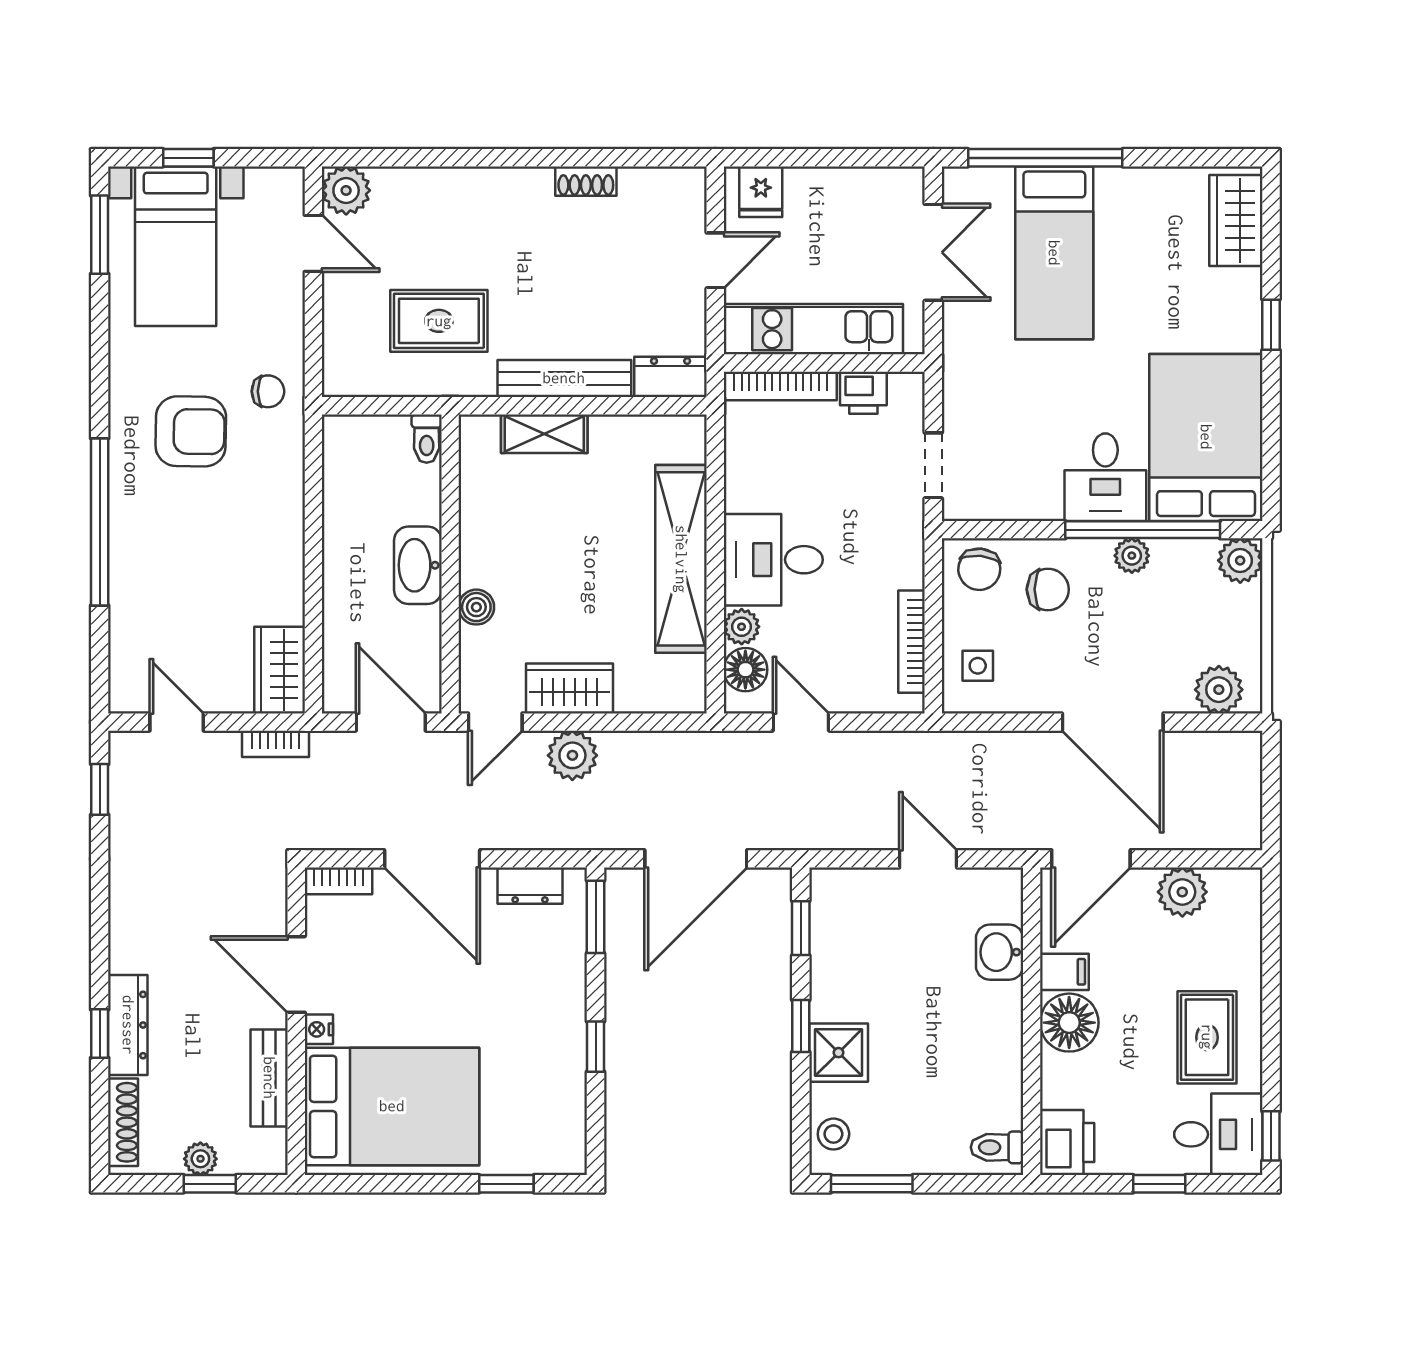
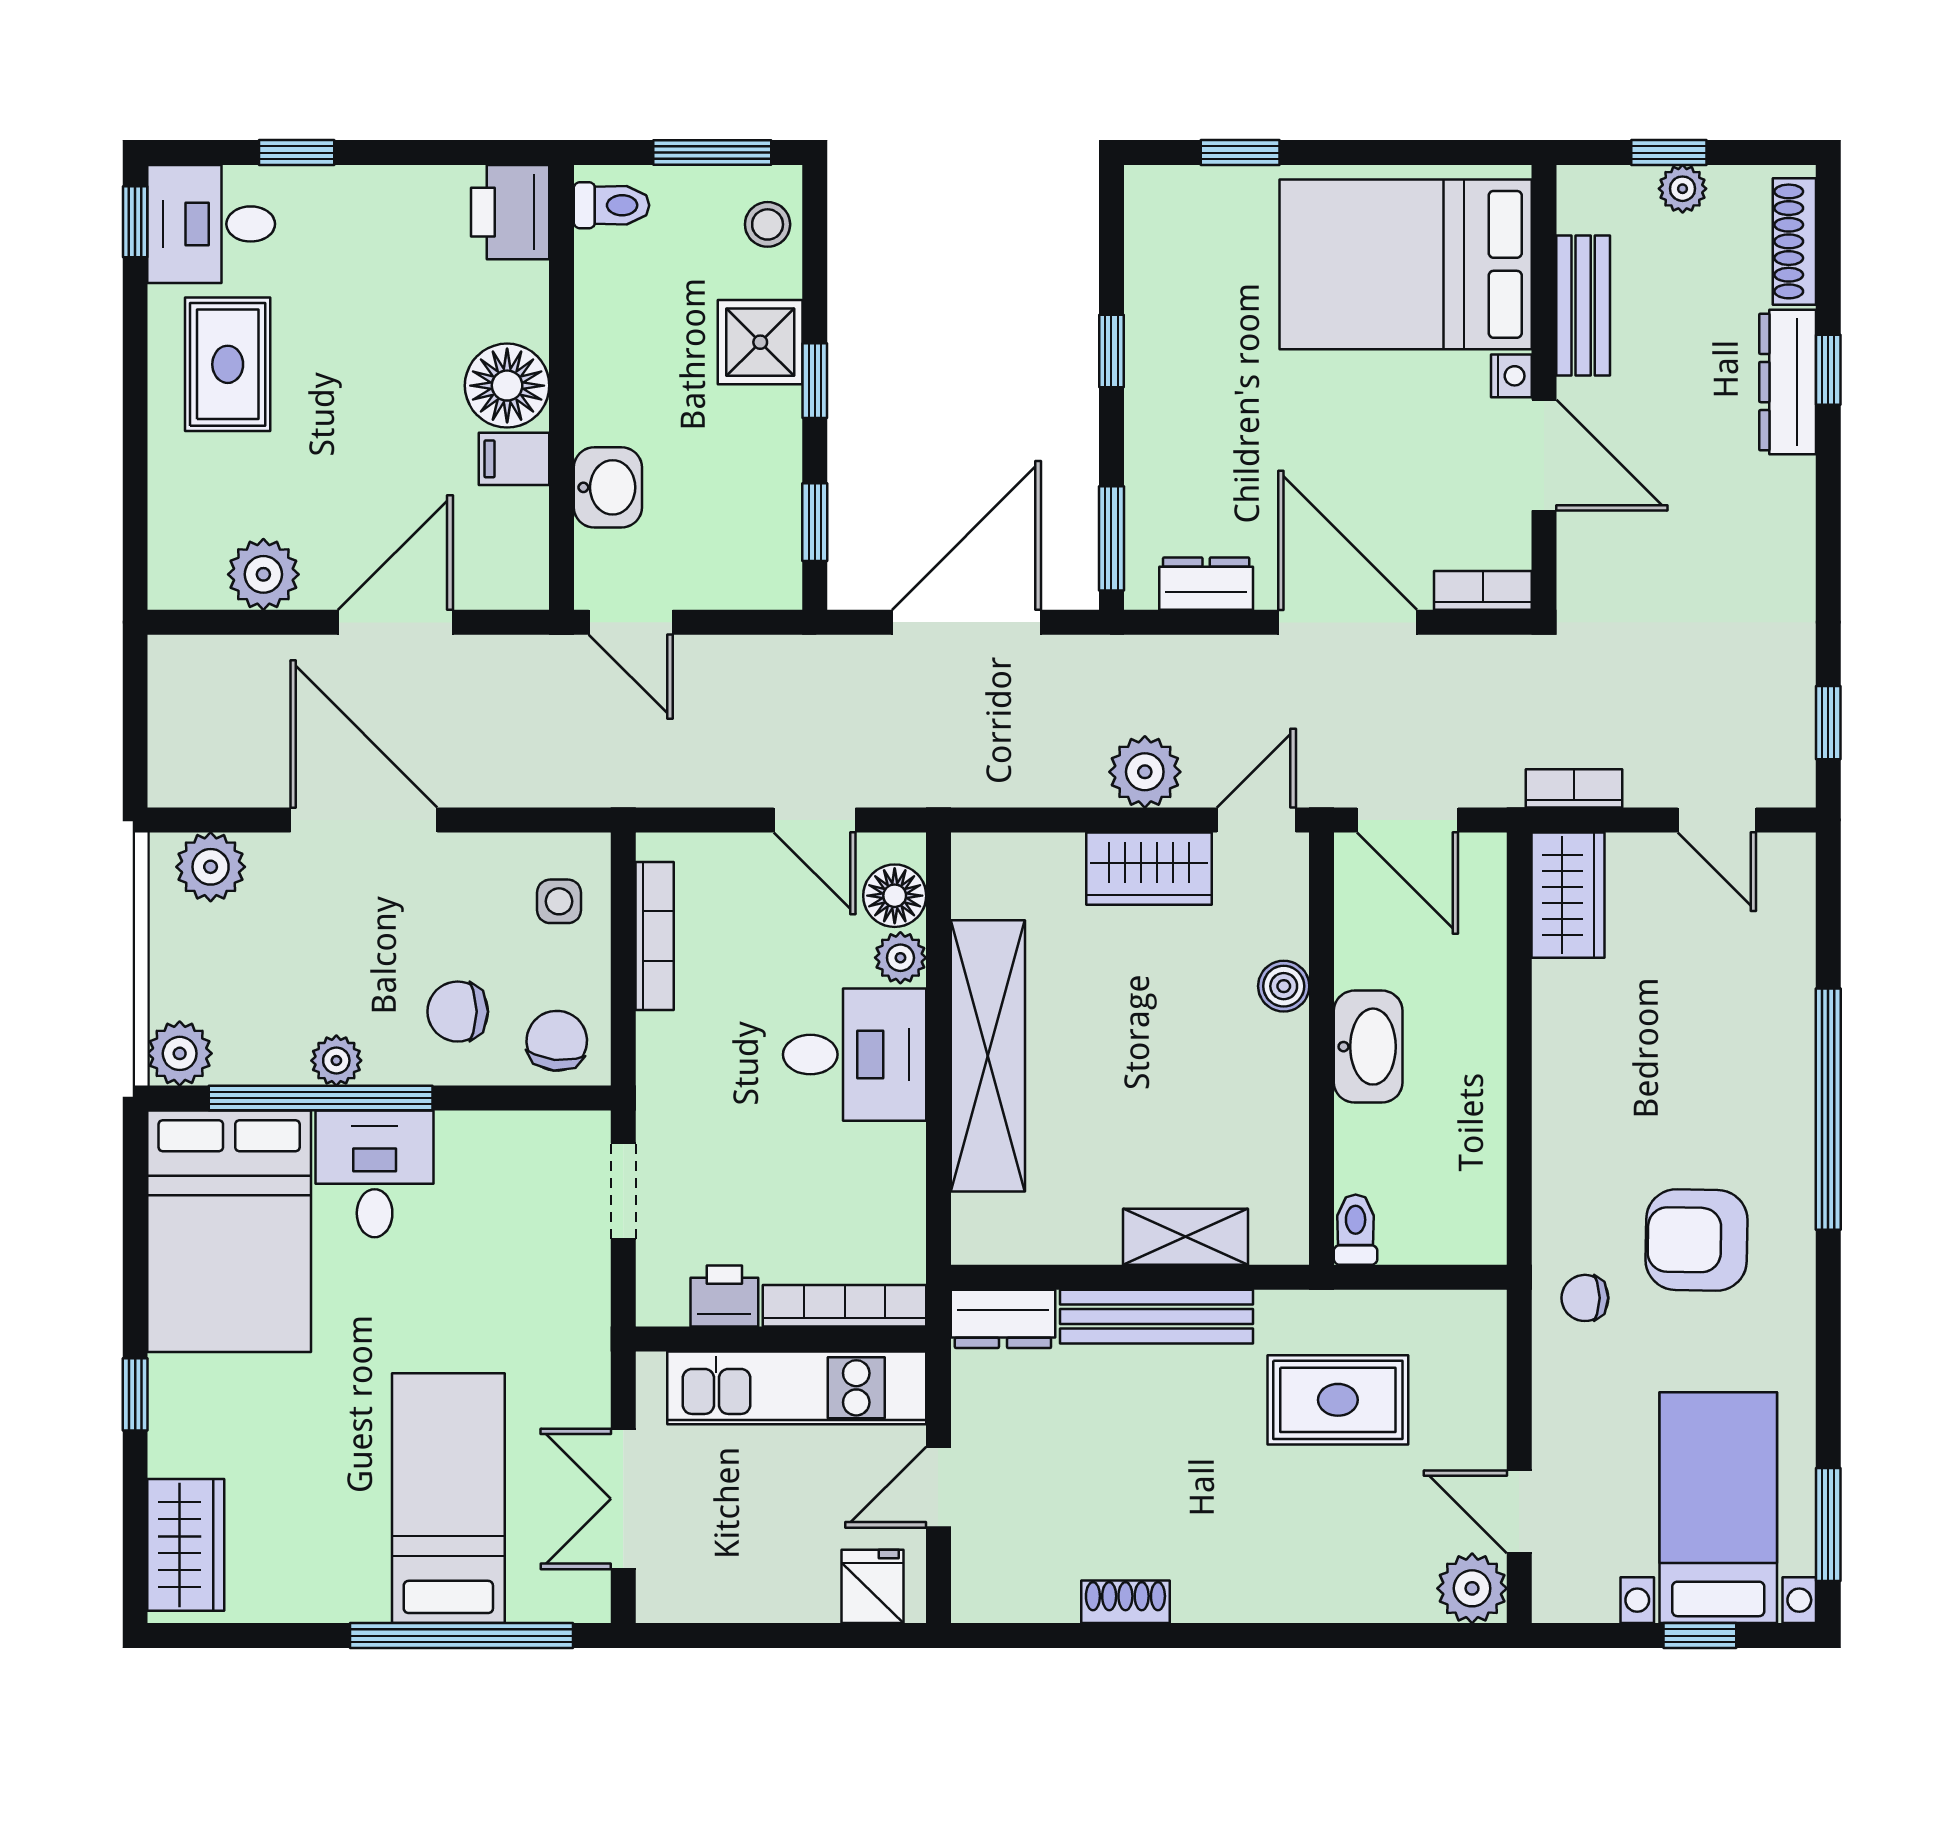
washbasin: (1000, 952) -> (608, 487), moved
filing cabinet: (1064, 972) -> (514, 459), moved
wall: (1032, 1021) -> (562, 387), moved
floor lamp: (1069, 1023) -> (507, 386), moved
printer: (1067, 1143) -> (510, 212), moved
toilet: (997, 1147) -> (612, 205), moved

